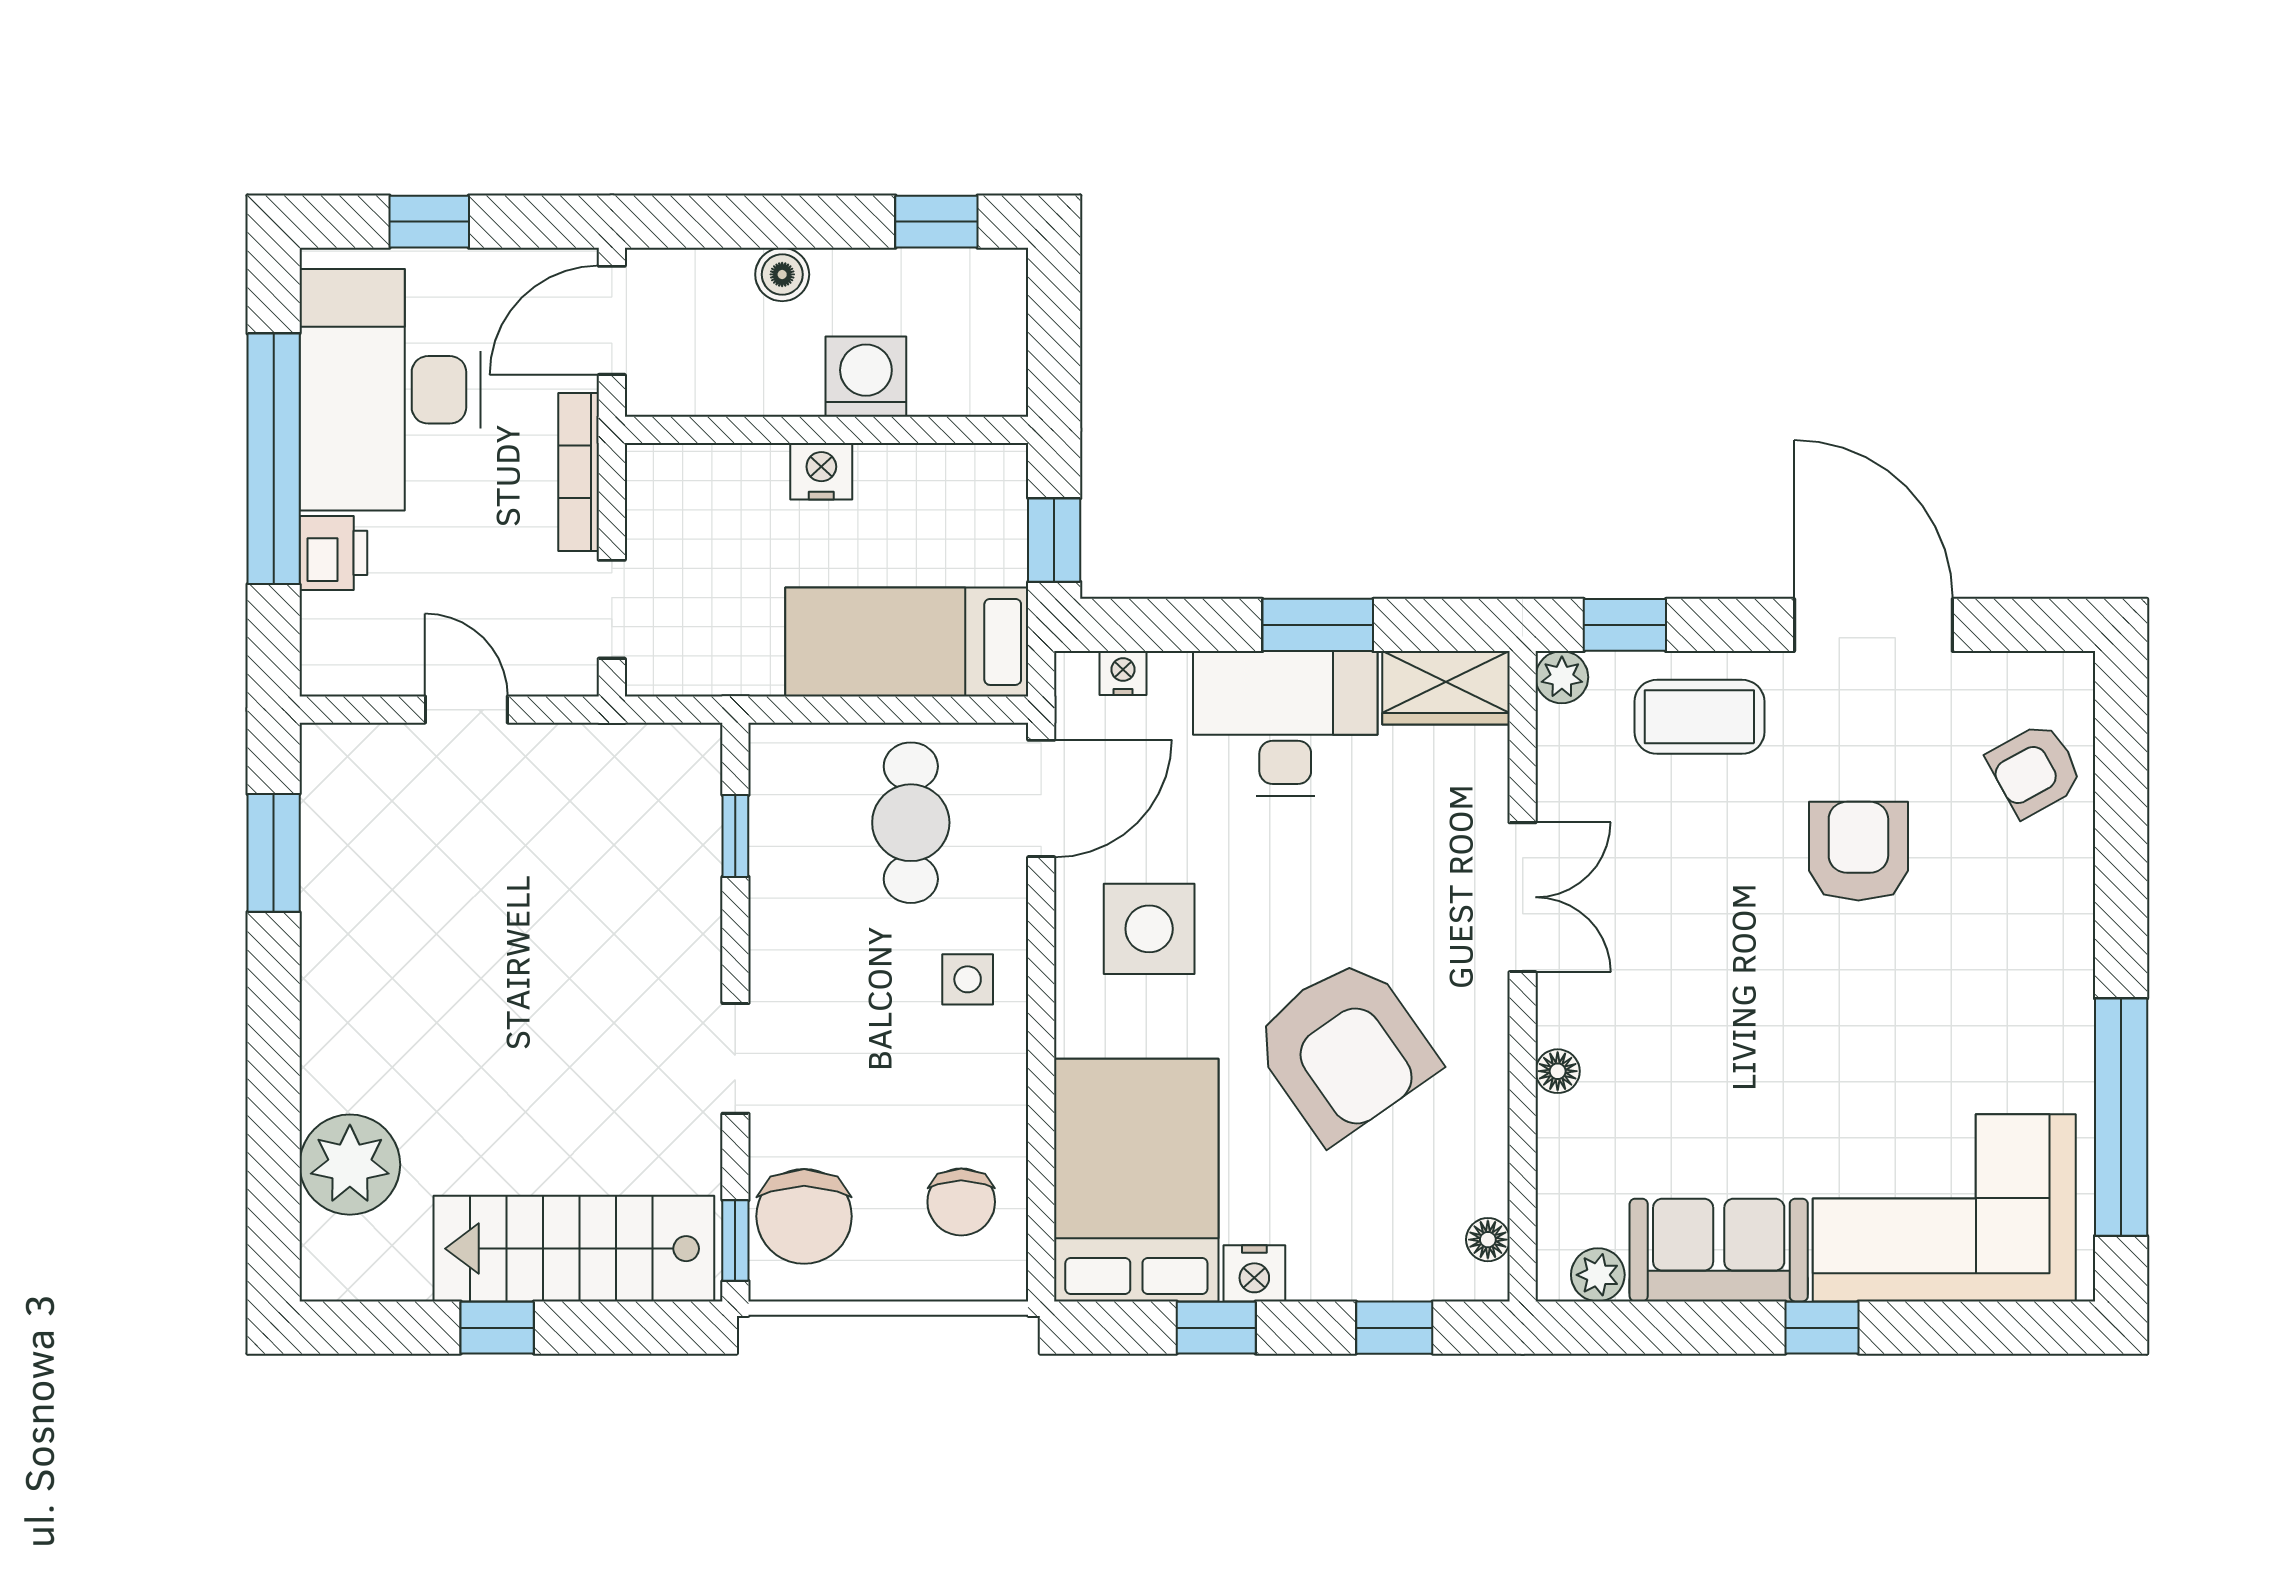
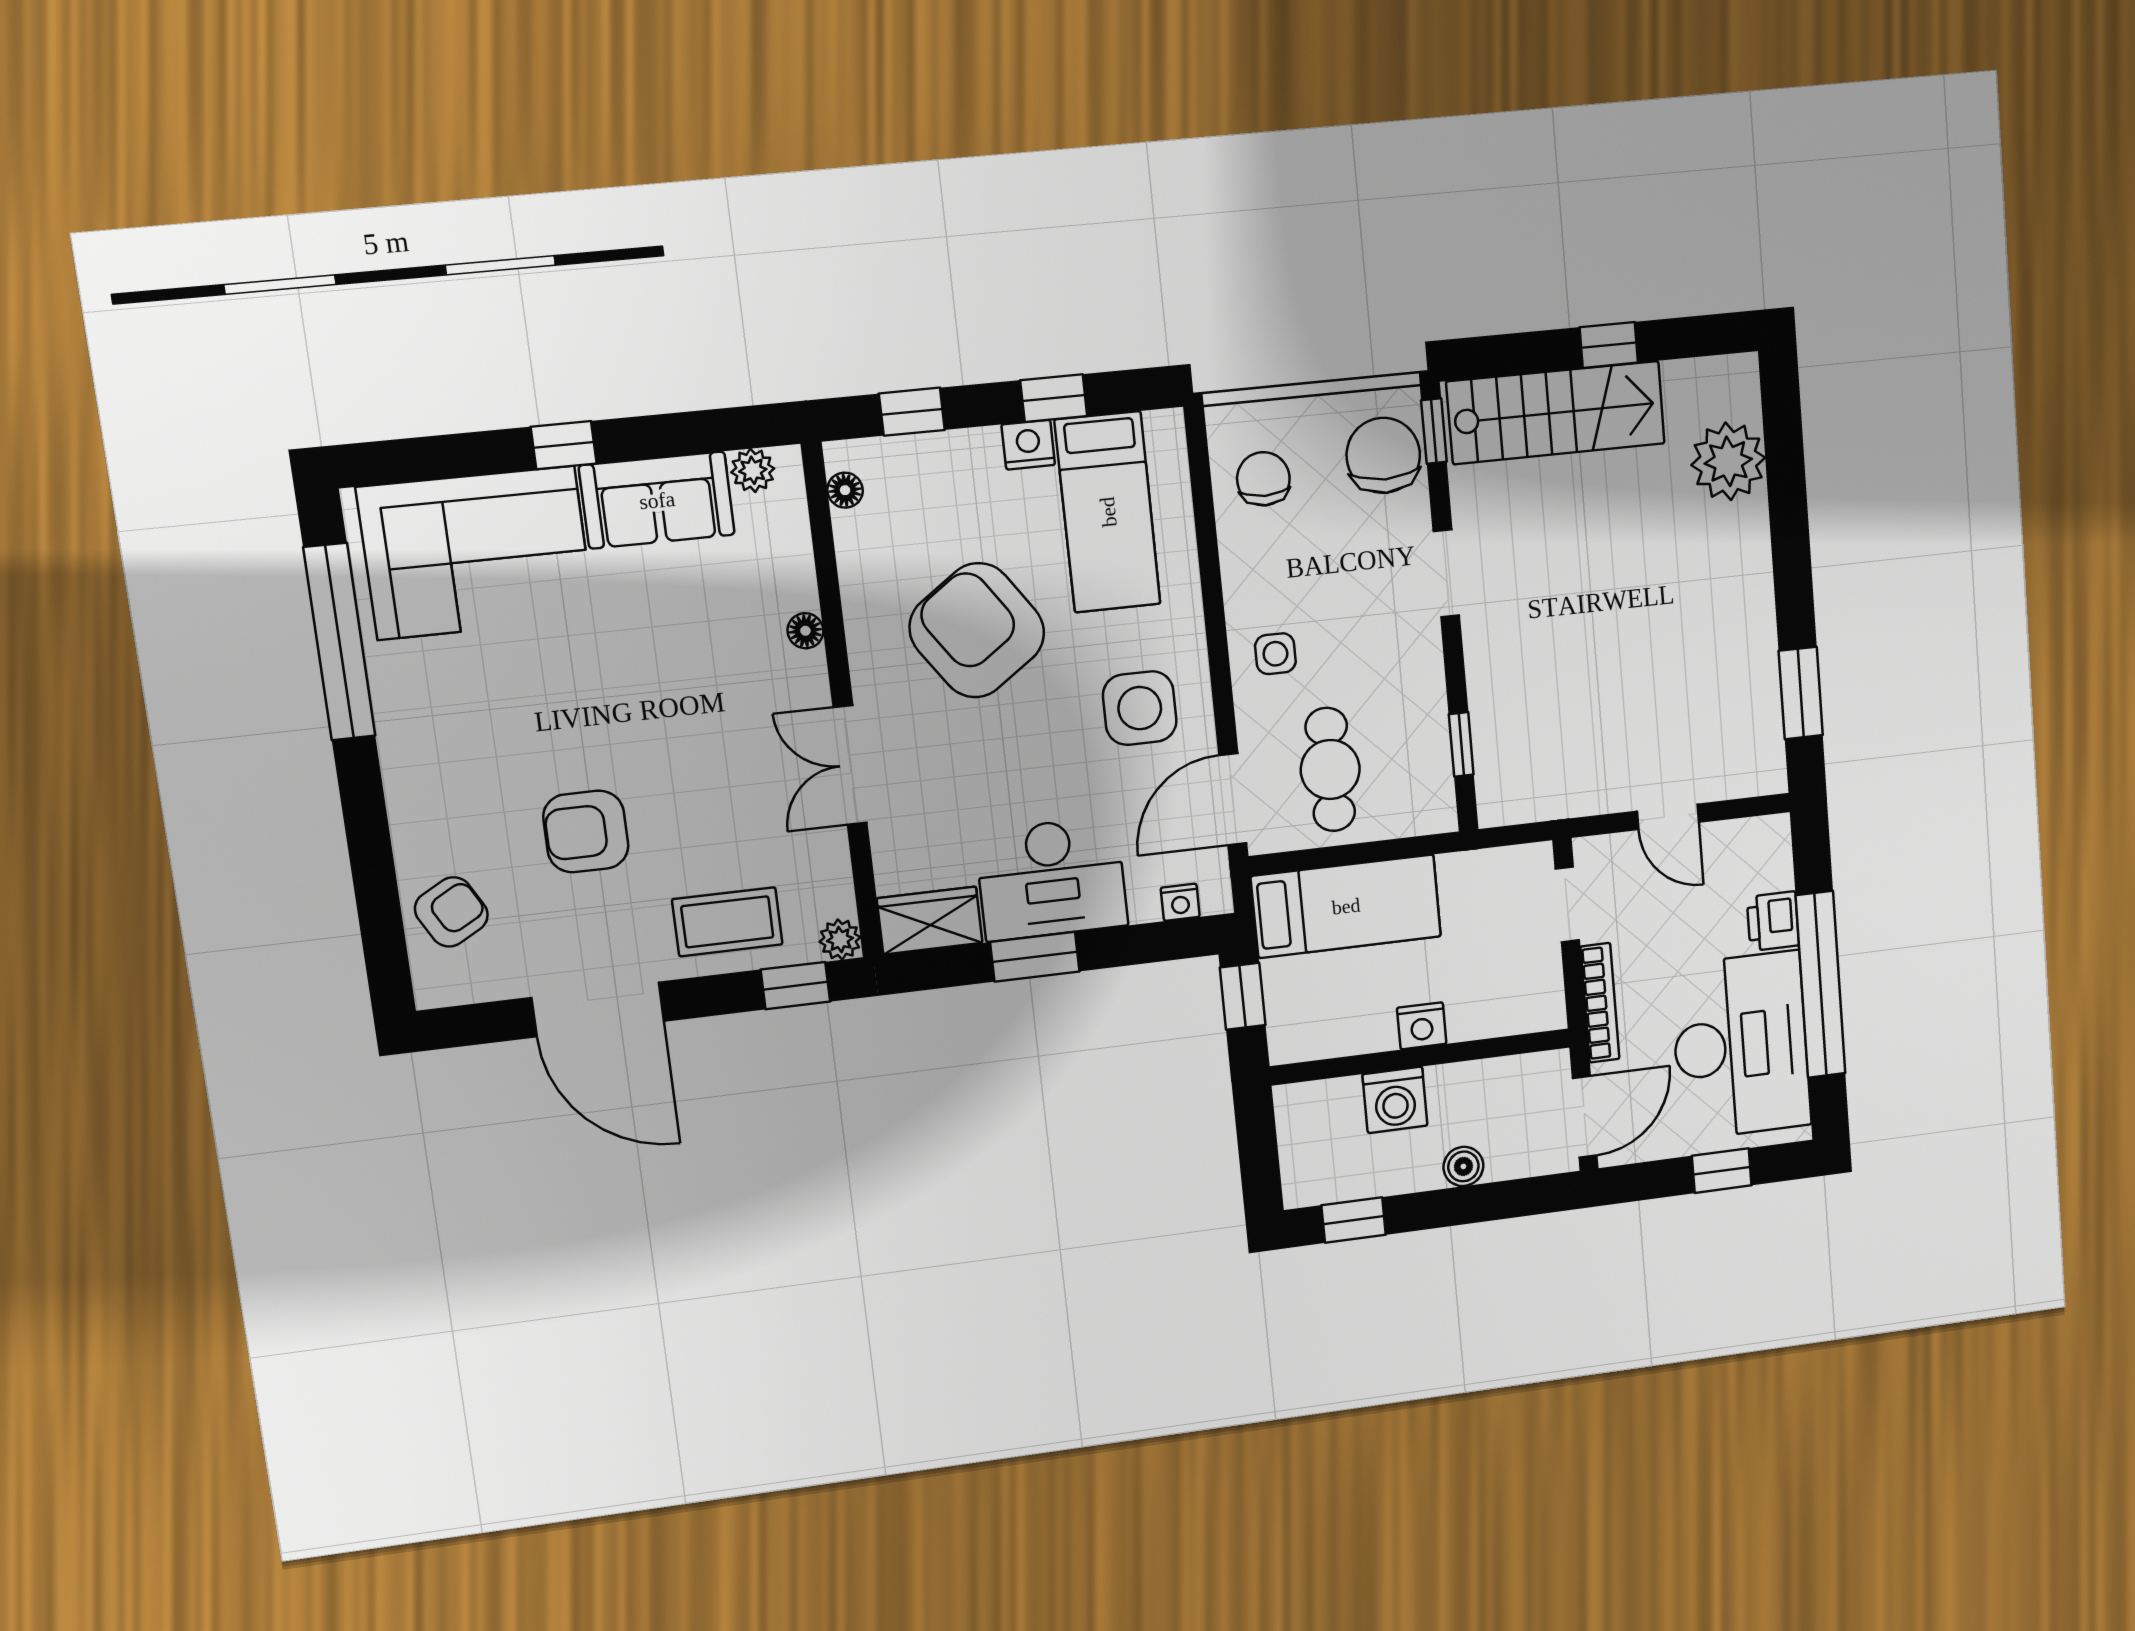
armchair: (1858, 851) -> (586, 832), turned 90
bed: (1136, 1180) -> (1108, 512), width x0.67

